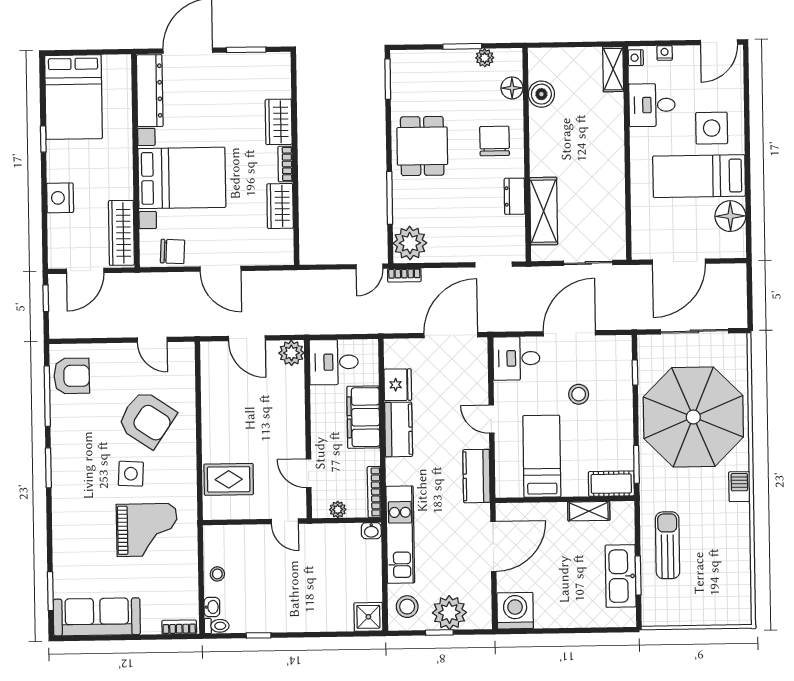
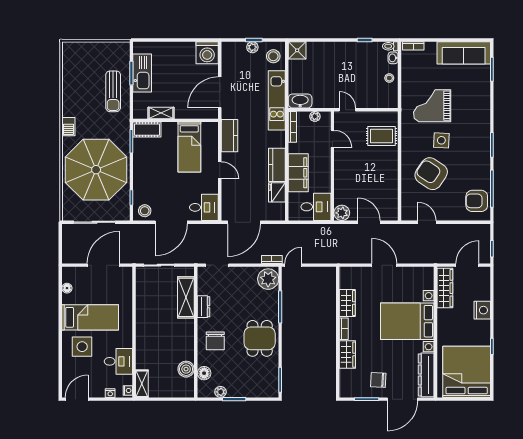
bed: (74, 97) -> (467, 372), width x1.36
floor lamp: (730, 216) -> (67, 288), width x0.53, depth x0.53
chair: (172, 251) -> (378, 380), moved
stool: (579, 394) -> (145, 211), moved
washbasin: (371, 531) -> (300, 101), width x1.91, depth x1.45
plant: (449, 613) -> (252, 47), width x0.53, depth x0.53

